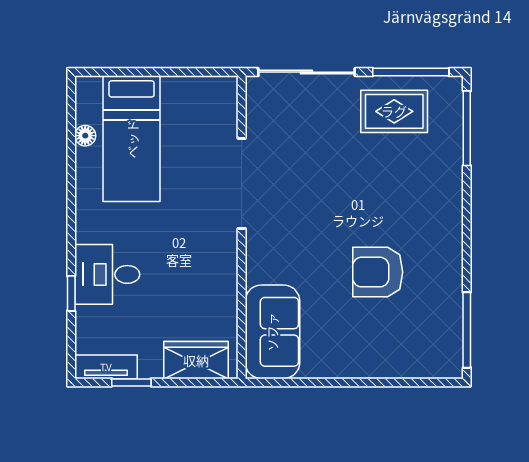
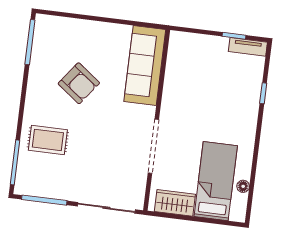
rug: (394, 111) -> (48, 140), moved
armchair: (378, 272) -> (79, 83), turned 37
desk: (107, 274) -> (240, 102), removed
sofa: (272, 332) -> (145, 66), width x1.36
wardrobe: (196, 360) -> (175, 203), moved, turned 180

